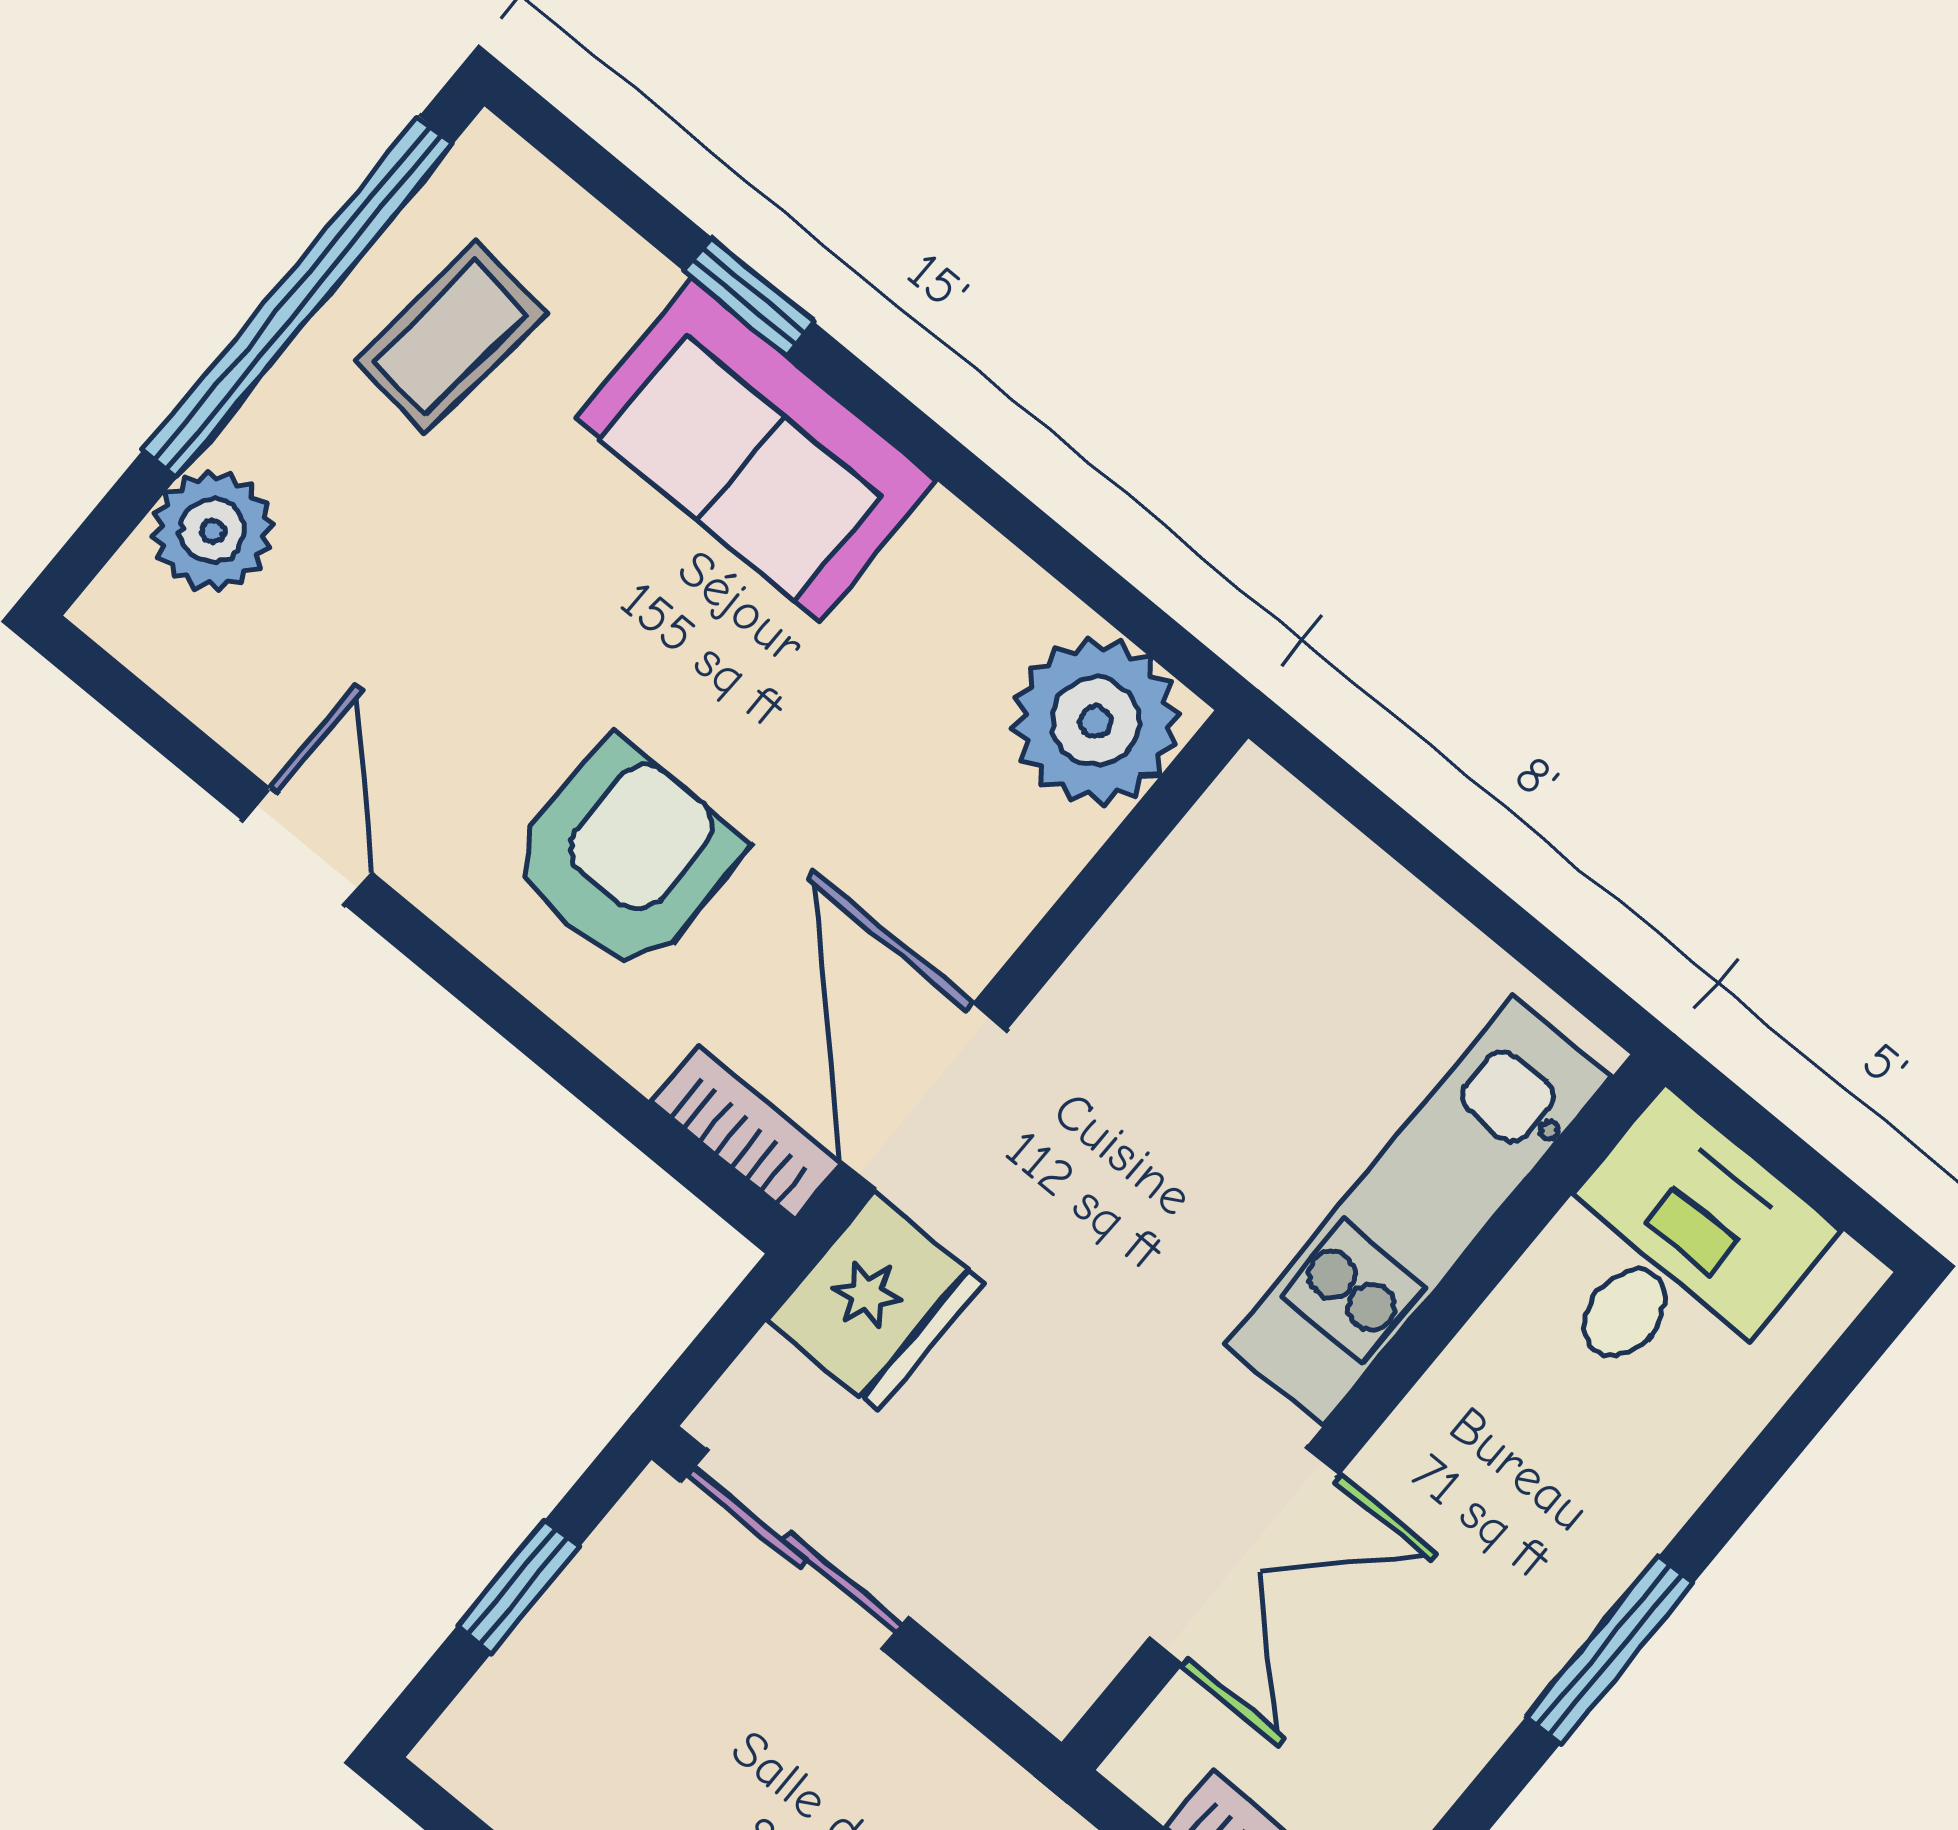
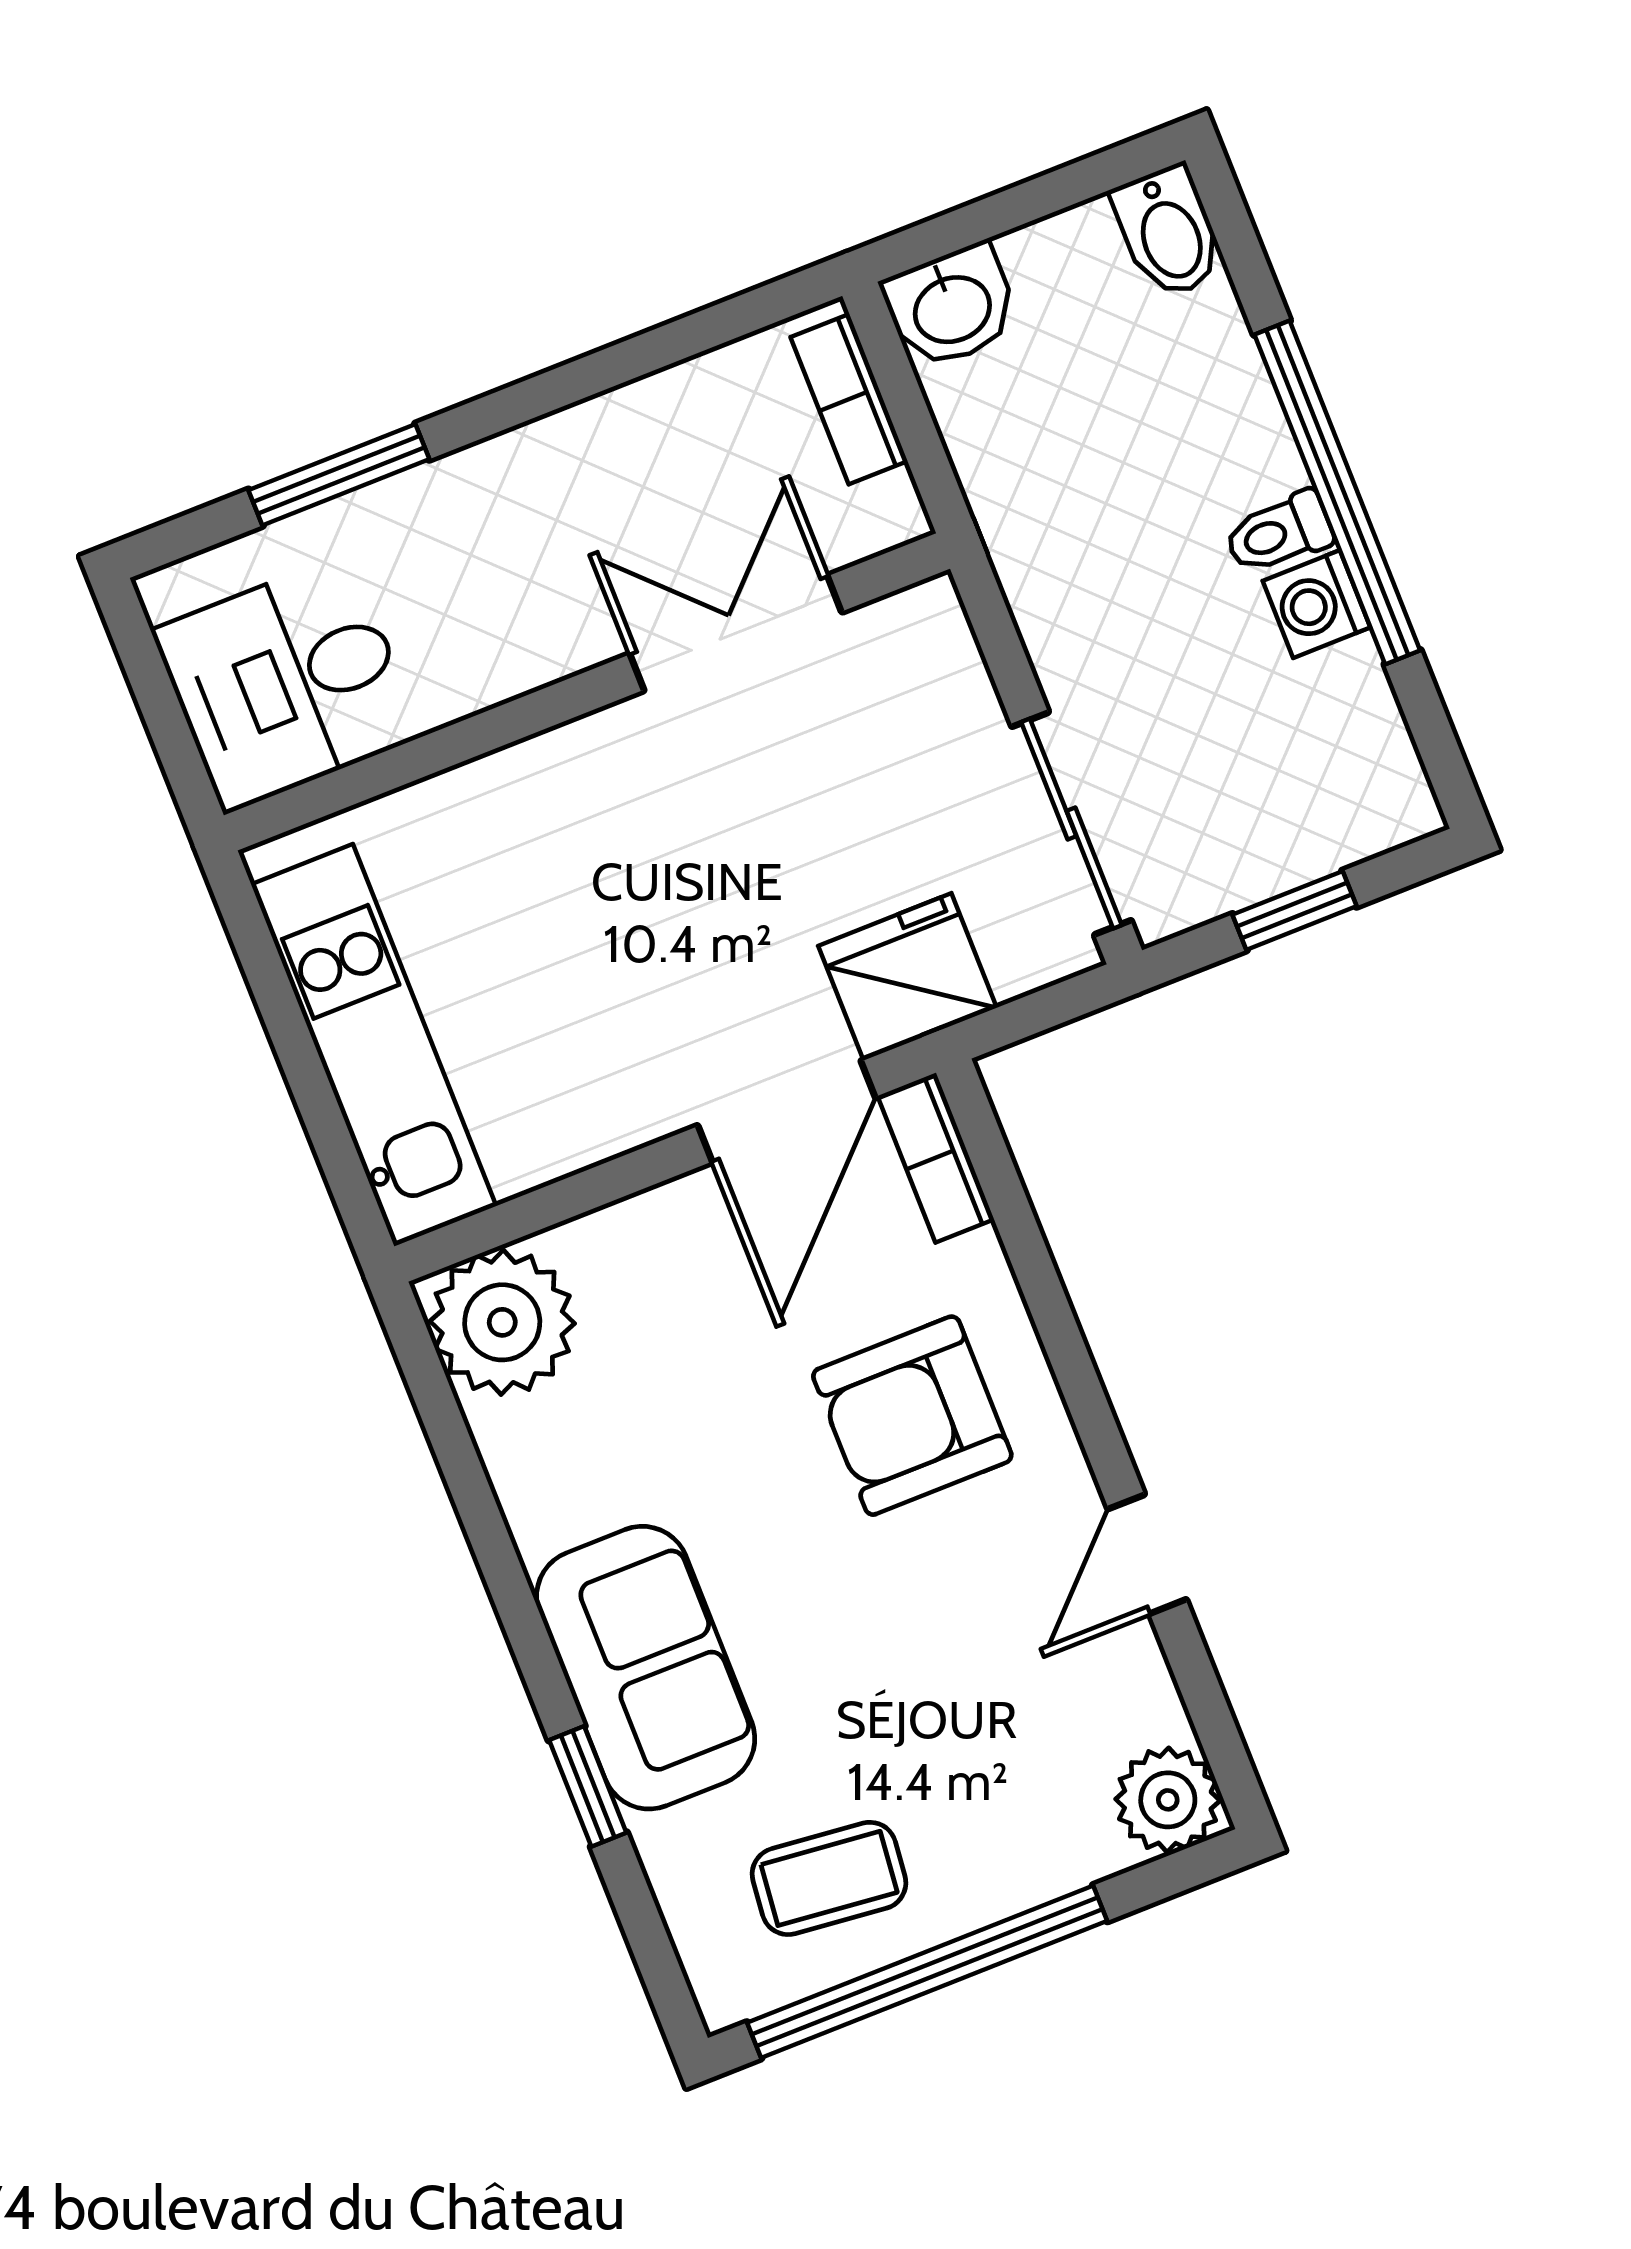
plant: (212, 531) -> (1168, 1800), moved
kitchen unit: (1418, 1211) -> (374, 1045), moved, turned -90
window: (1610, 1650) -> (339, 475), moved

